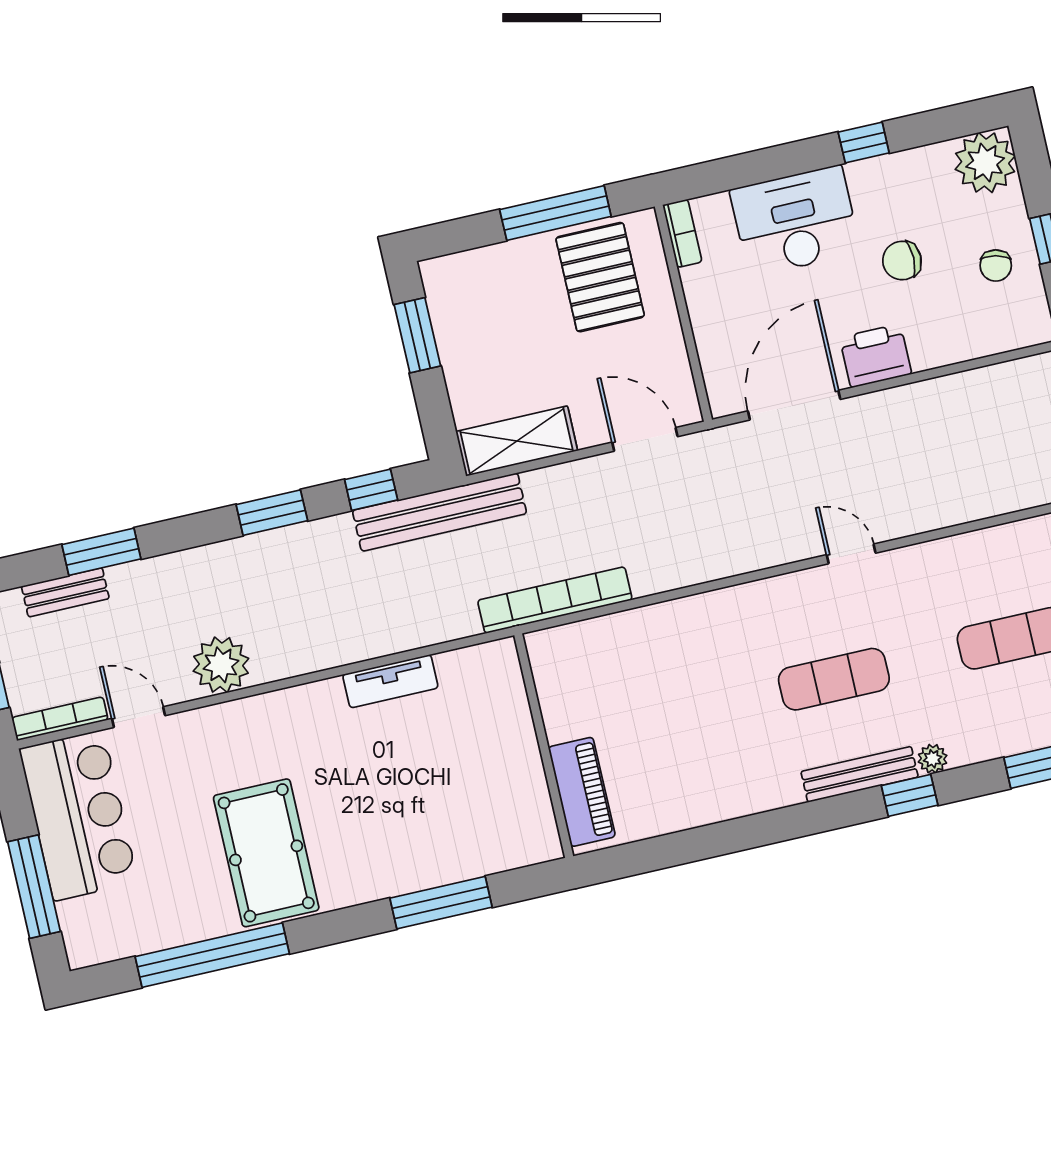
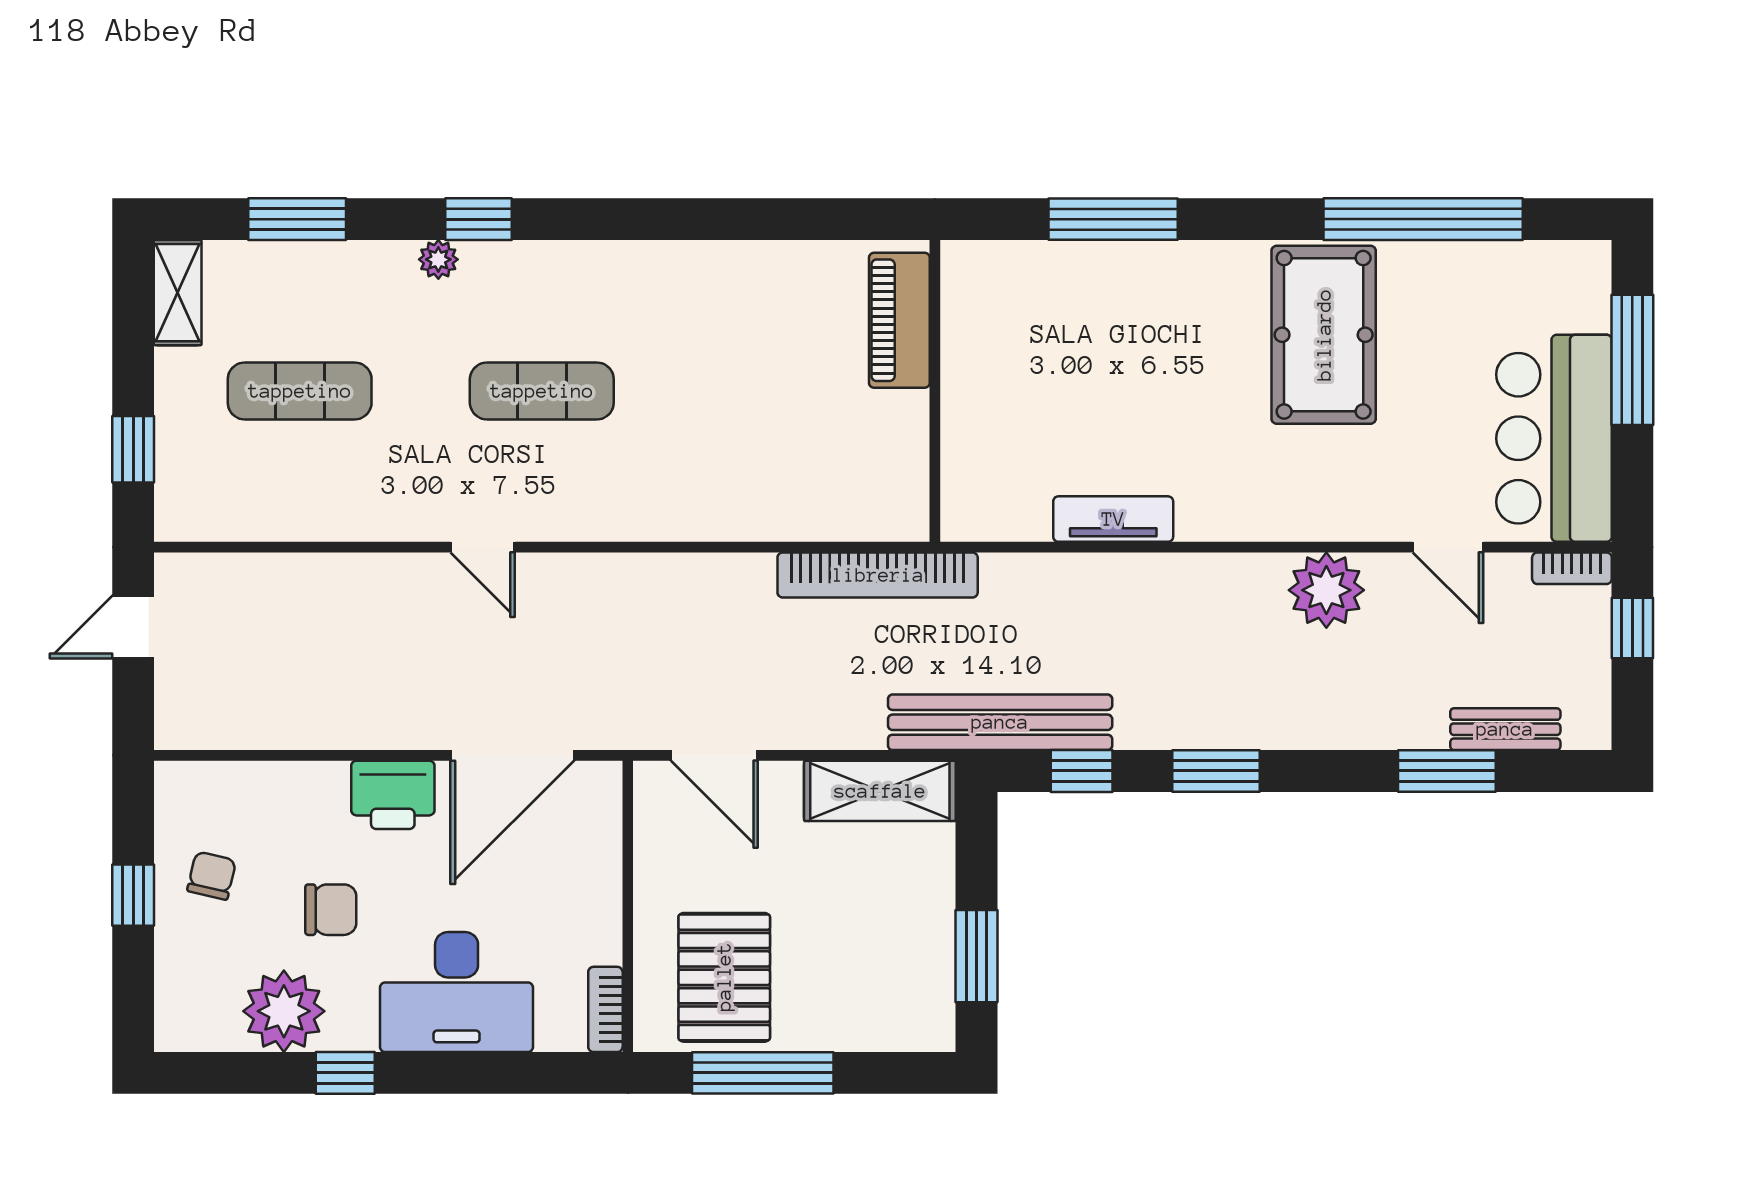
plant: (985, 163) -> (284, 1011), moved
bookcase: (60, 719) -> (1572, 568), width x0.64
bench: (860, 774) -> (537, 261), removed

